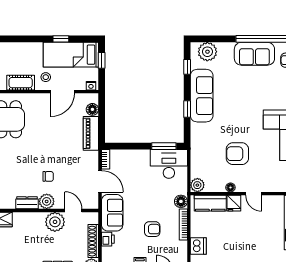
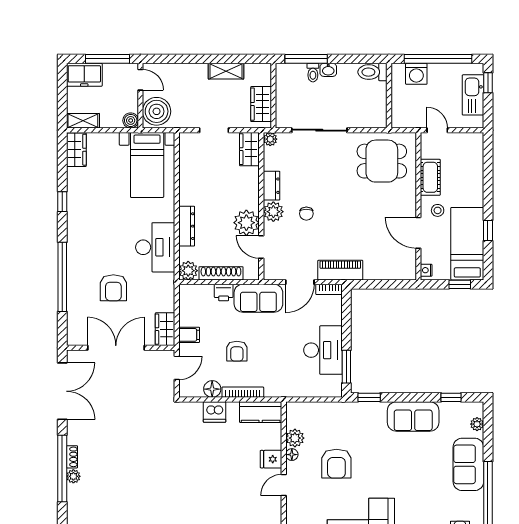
plant: (207, 52) -> (477, 424), width x0.53, depth x0.53
sofa: (254, 54) -> (468, 464), moved
sofa: (202, 96) -> (413, 416), width x0.73
floor lamp: (92, 109) -> (395, 272), removed
window: (187, 109) -> (369, 397), moved
piano: (91, 133) -> (340, 270), moved
armchair: (237, 154) -> (336, 464), turned 180
desk: (169, 164) -> (323, 350), moved
plant: (197, 185) -> (295, 438), moved
floor lamp: (181, 201) -> (212, 389), moved
kitchen counter: (210, 203) -> (261, 412), moved, turned -90
door: (73, 211) -> (261, 247), swing flipped

